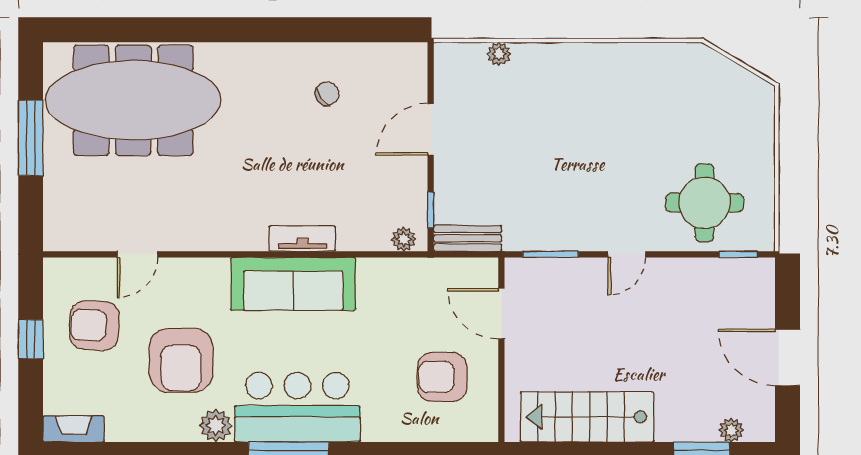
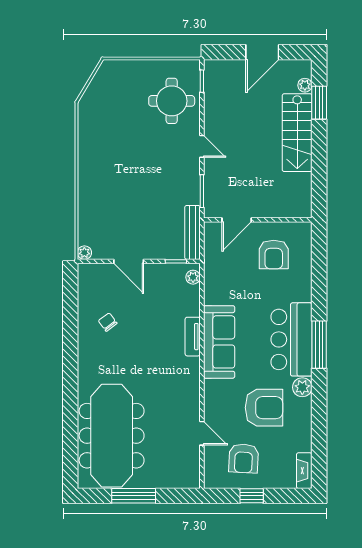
plant: (499, 54) -> (84, 253), moved
bench: (468, 238) -> (192, 232), width x1.36
stairs: (587, 417) -> (297, 133), moved

